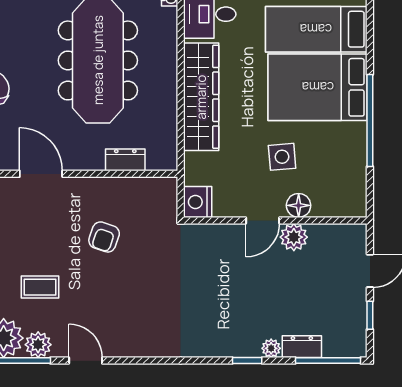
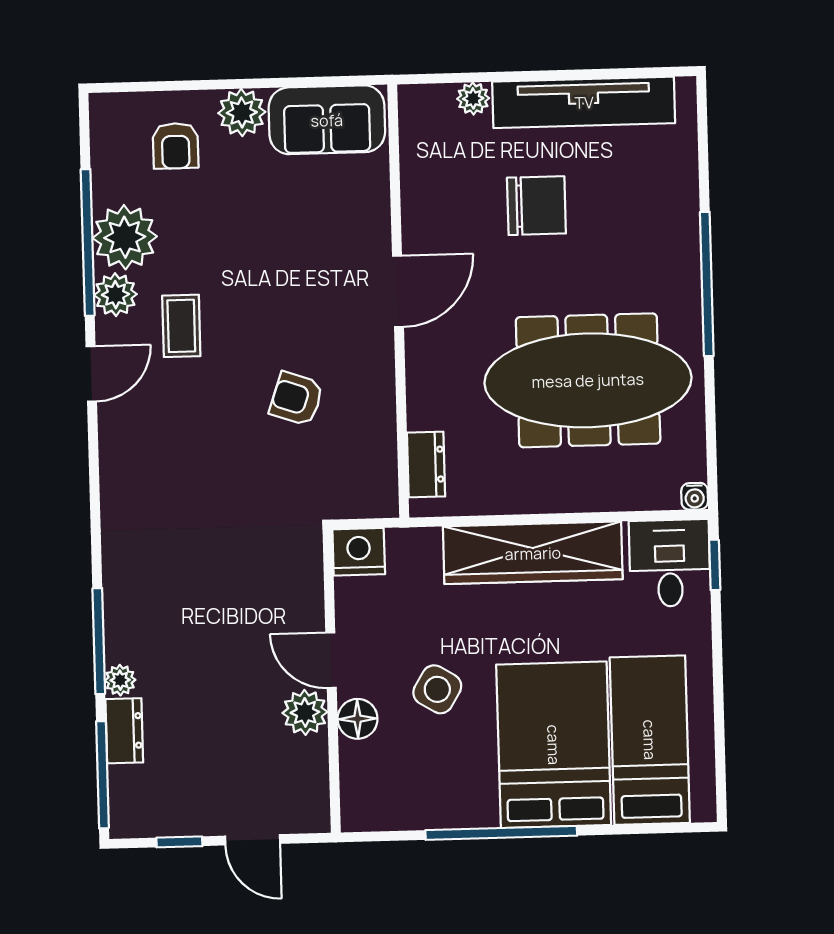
side table: (282, 157) -> (437, 689), turned 36
dresser: (125, 160) -> (426, 464), moved
coffee table: (40, 287) -> (181, 326), moved
window: (247, 361) -> (99, 641), width x2.17

